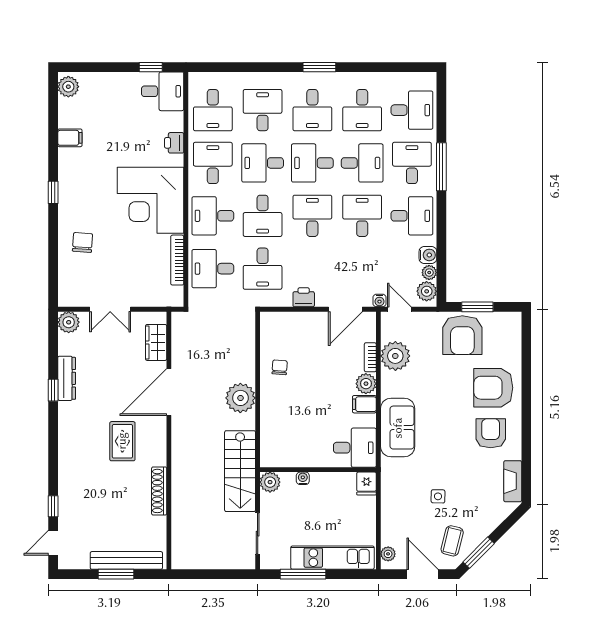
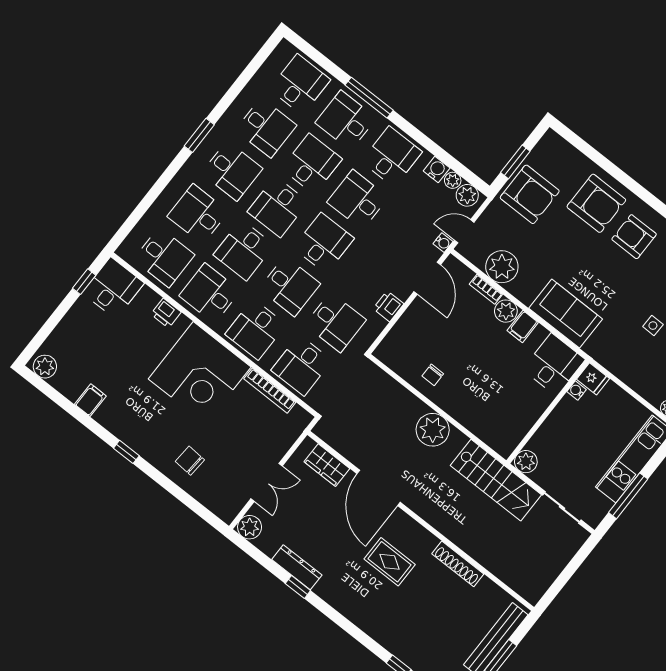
desk: (312, 216) -> (324, 243), turned 90
chair: (280, 367) -> (433, 375), turned -94
armchair: (493, 388) -> (596, 203), turned -90
water cooler: (303, 478) -> (576, 391), moved

